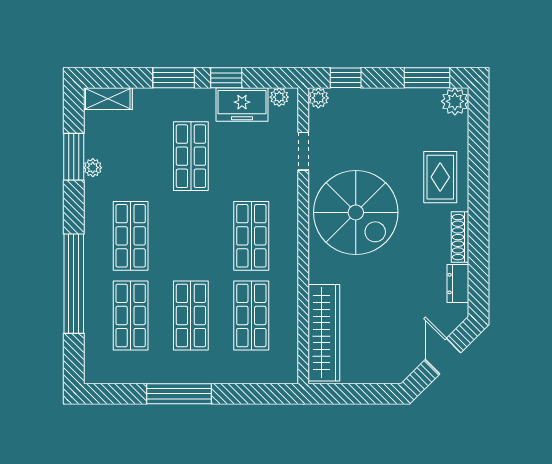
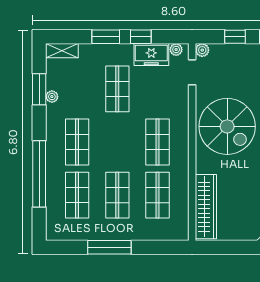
window: (346, 78) -> (235, 37), moved
doorway: (303, 151) -> (192, 72), moved

